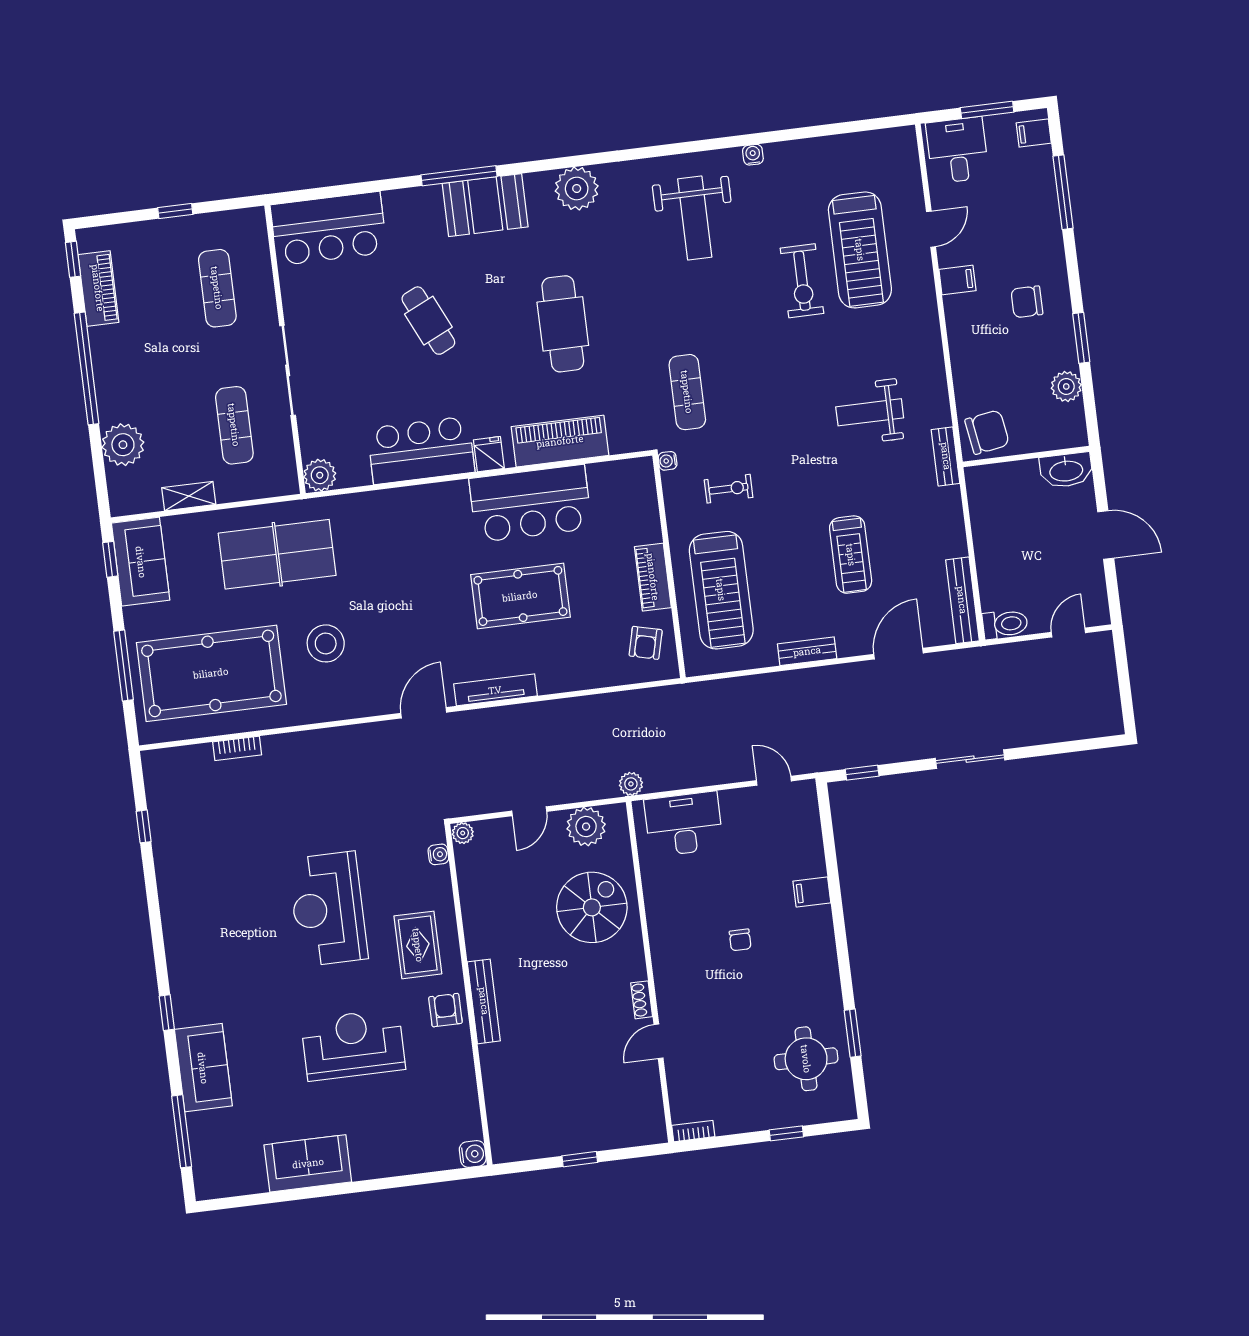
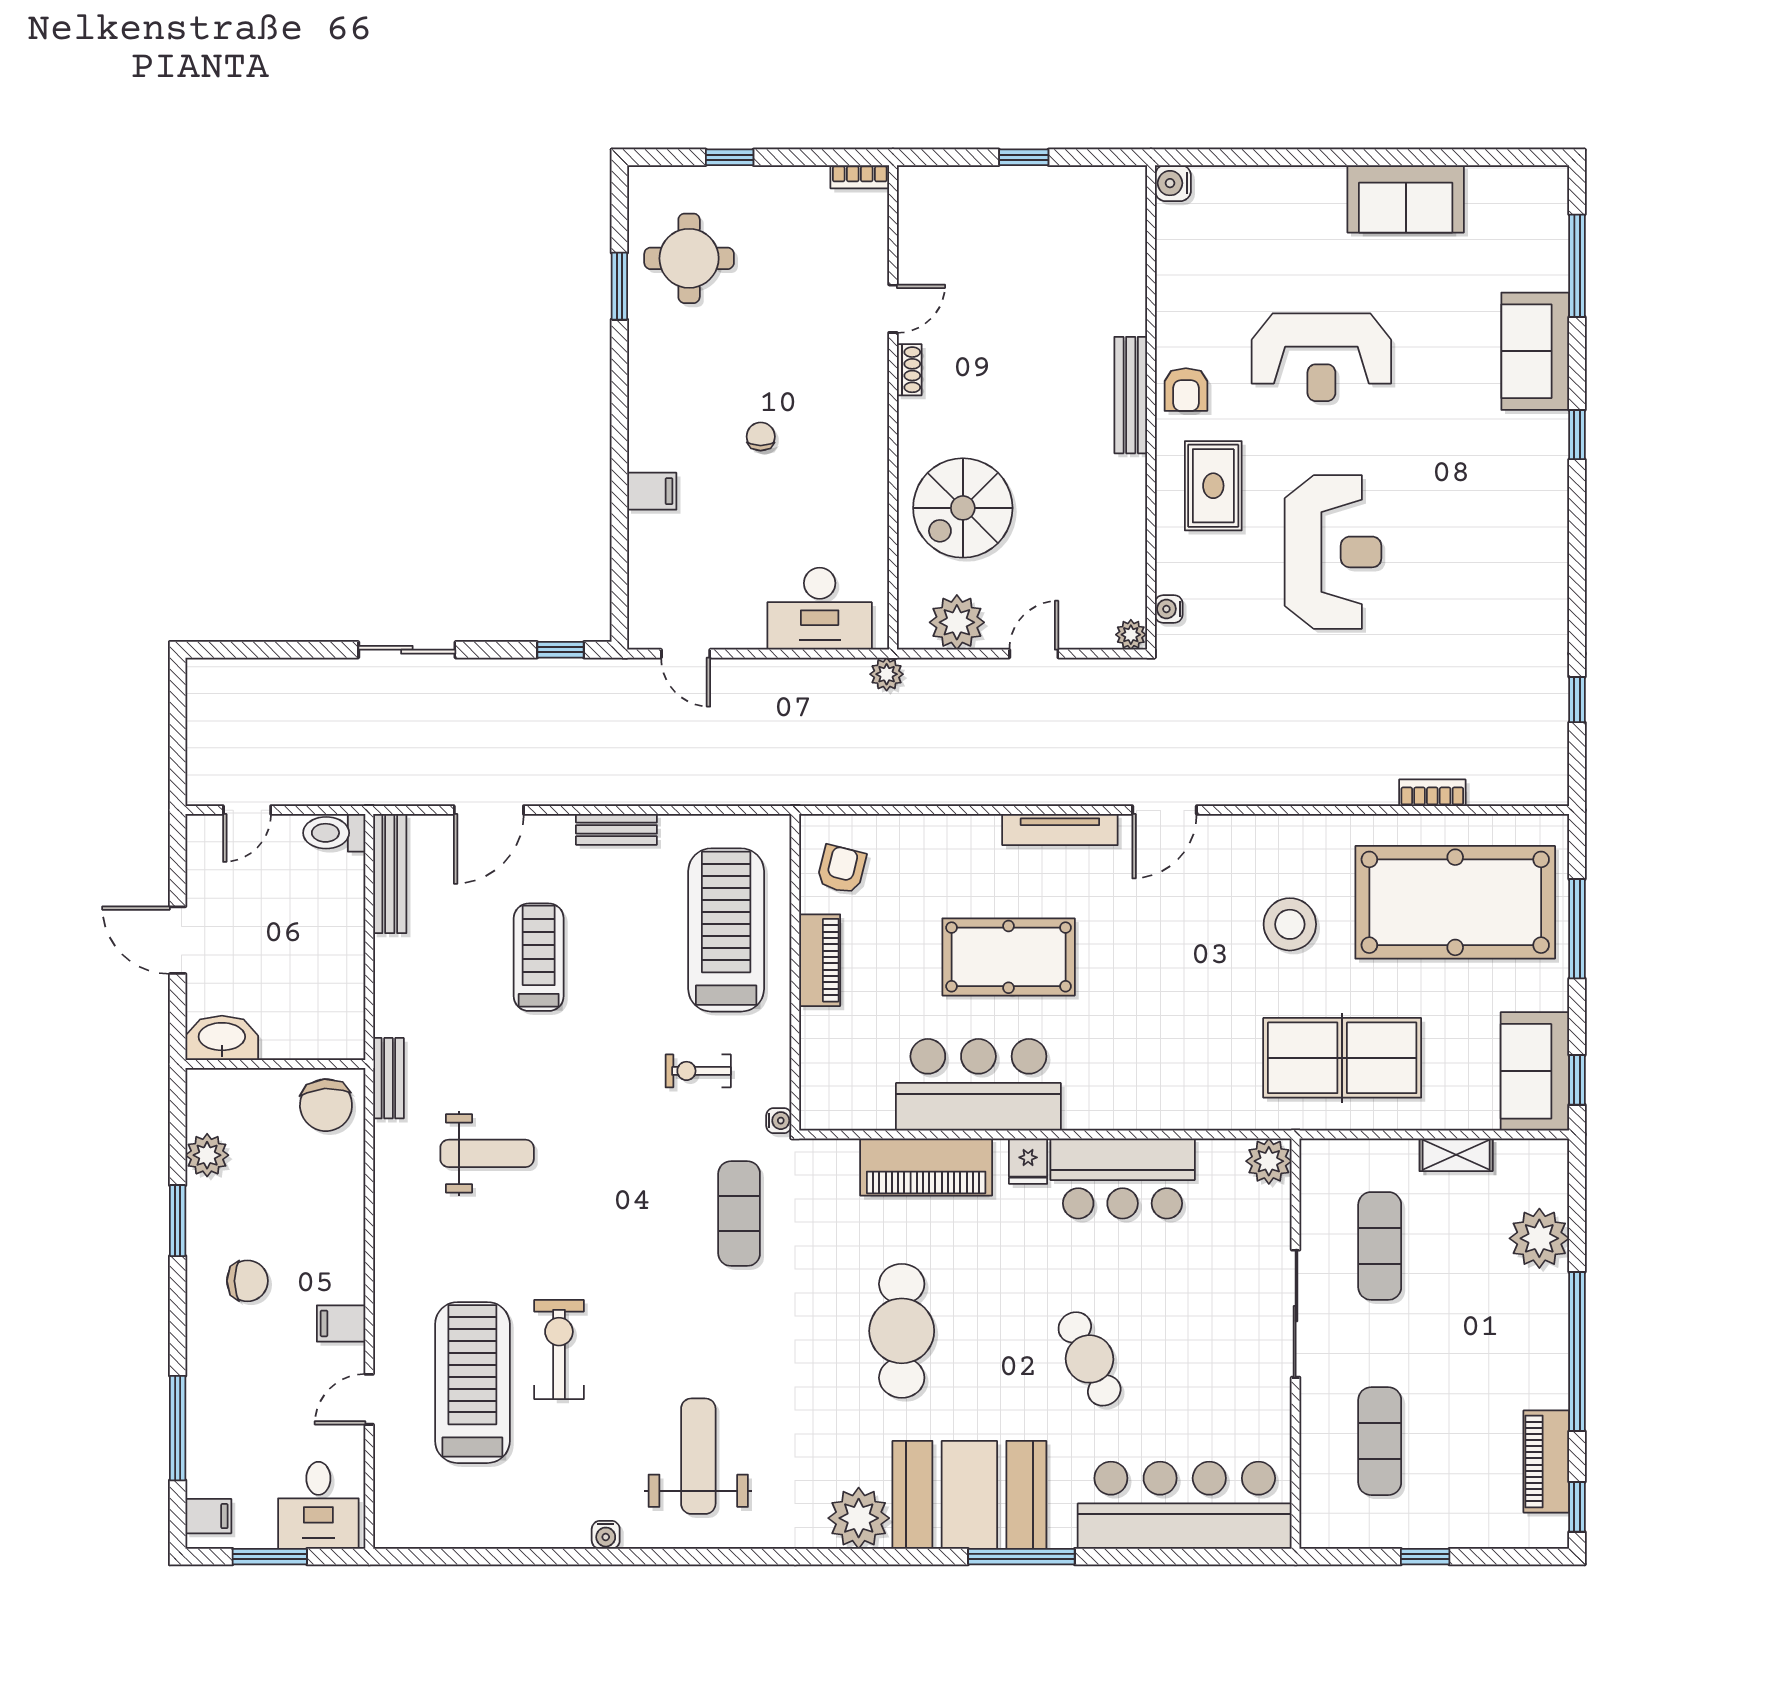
booth: (485, 205) -> (969, 1495), width x1.36, depth x1.42
bar counter: (329, 229) -> (1185, 1505), width x1.36
chair: (987, 432) -> (326, 1105), turned -85

